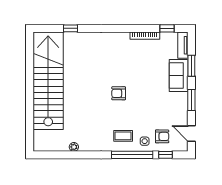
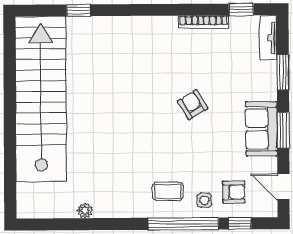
sofa: (179, 75) -> (261, 129), moved
armchair: (119, 93) -> (193, 105), moved, turned 59

